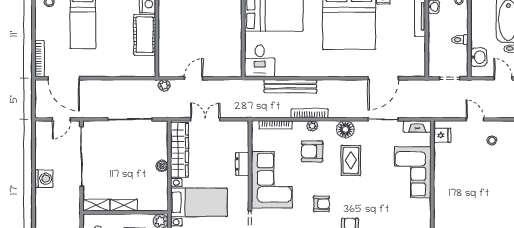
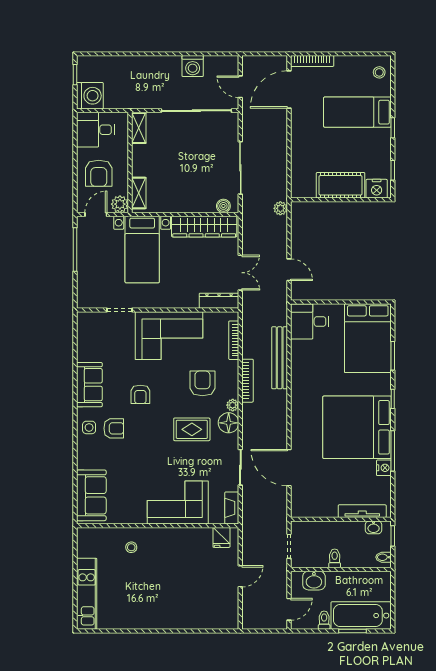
door: (194, 78) -> (289, 270), moved
double door: (205, 119) -> (240, 273), moved
plant: (312, 126) -> (233, 405), moved
stool: (492, 140) -> (131, 547), moved
dresser: (242, 164) -> (219, 301), moved, width x1.44
boiler: (162, 166) -> (223, 206), moved
washing machine: (44, 179) -> (193, 66), moved
shelving: (124, 205) -> (139, 193), moved

